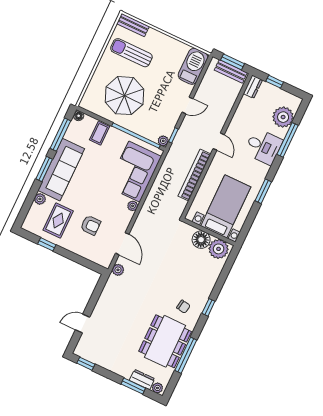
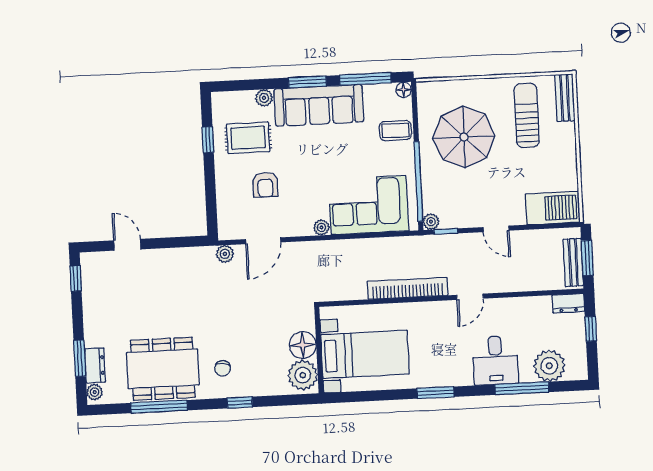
bed with nightstands: (226, 207) -> (365, 354), moved
wall: (209, 232) -> (319, 350), moved
floor lamp: (201, 240) -> (303, 345), moved
plant: (219, 249) -> (303, 375), moved

